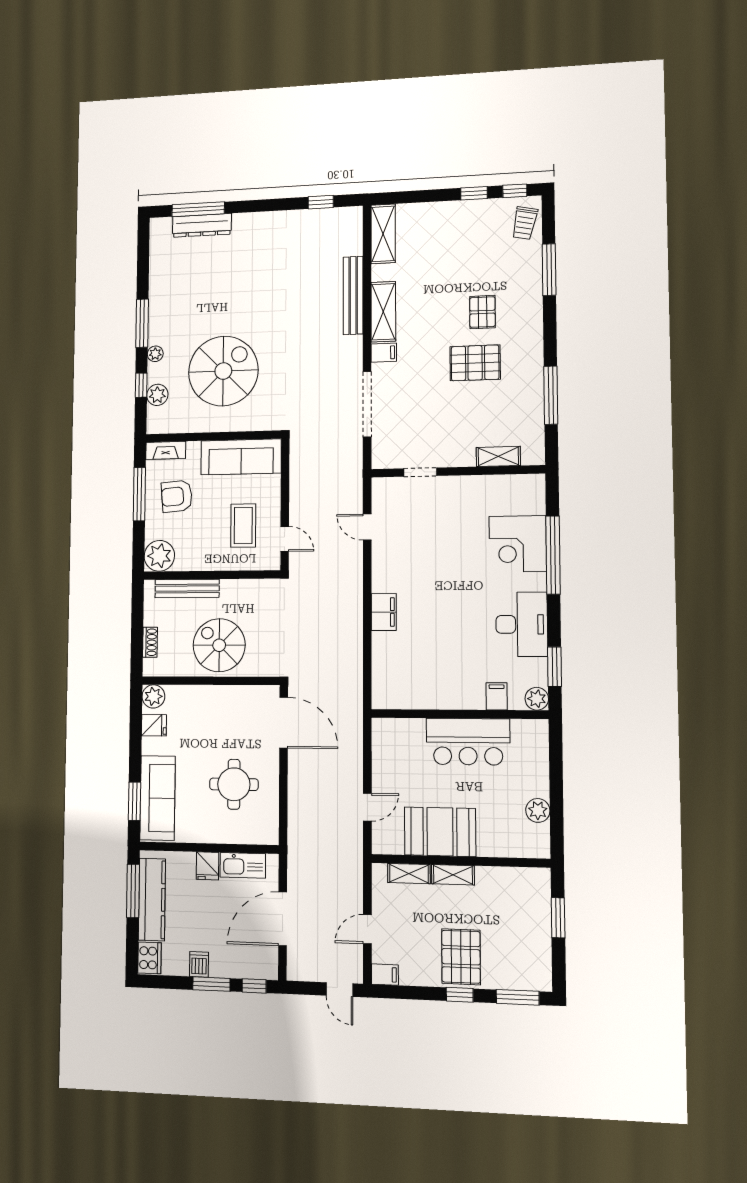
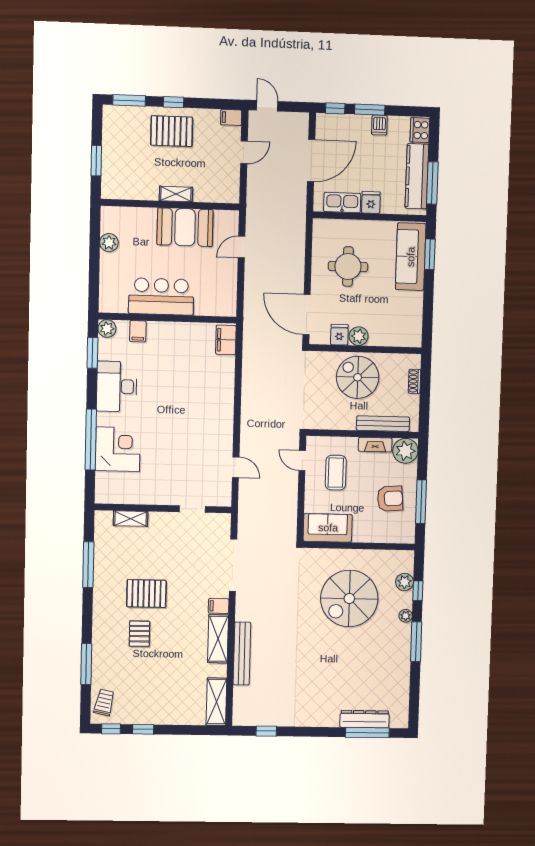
fireplace: (166, 450) -> (375, 445), moved, turned 180
sofa: (241, 457) -> (328, 528), width x0.73
filing cabinet: (384, 612) -> (226, 340), moved
spiral stairs: (219, 645) -> (358, 377), turned 180
plant: (153, 696) -> (359, 336), moved
fridge: (154, 725) -> (339, 335), moved, turned 90
shelving: (409, 874) -> (210, 195), removed
pallet: (461, 957) -> (172, 131), turned 90

